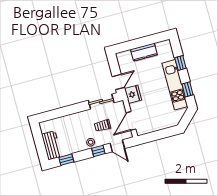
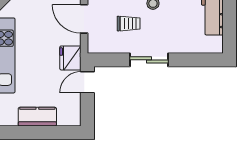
sliding door: (101, 102) -> (149, 60), moved
door: (131, 121) -> (84, 19), swing flipped

